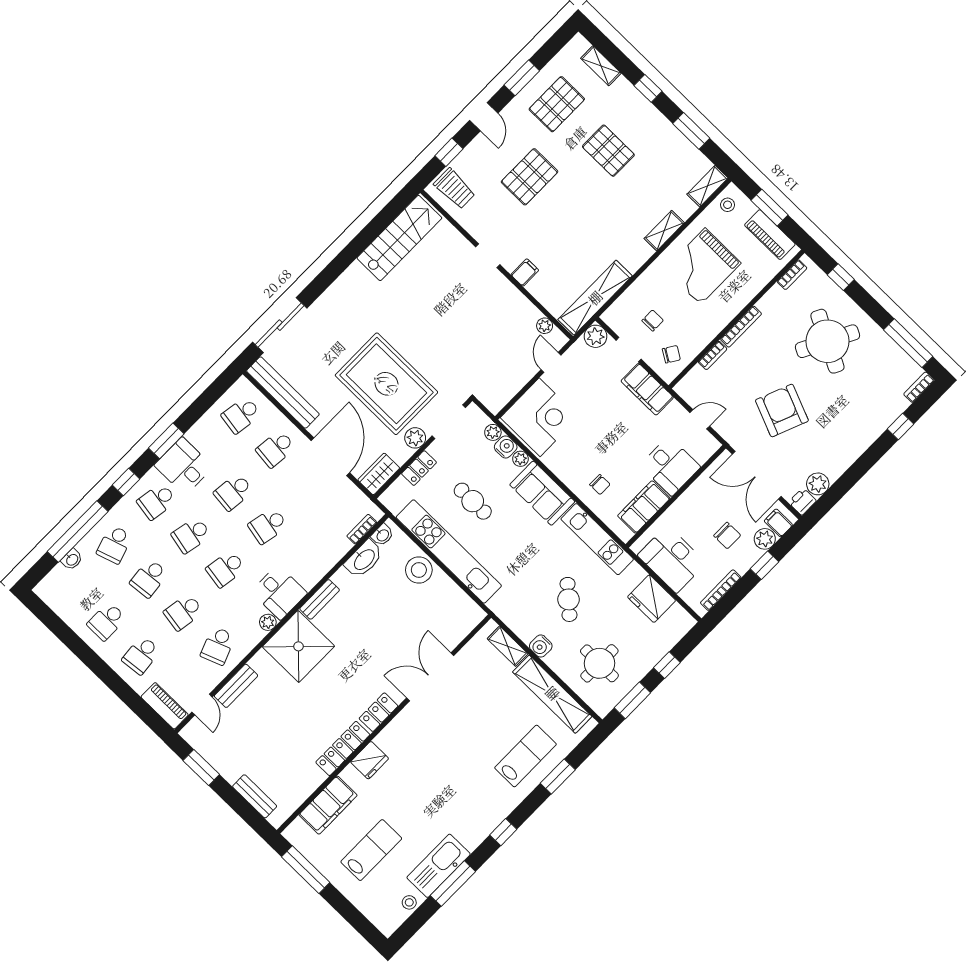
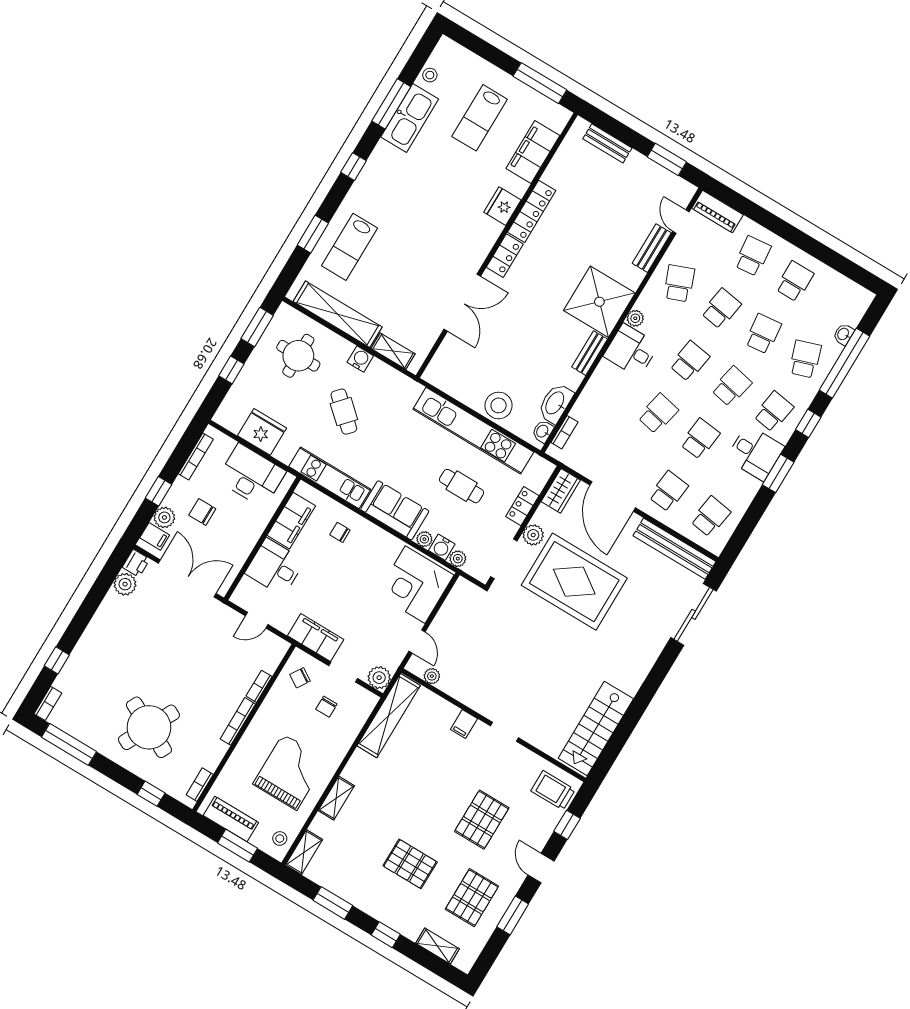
armchair: (782, 410) -> (178, 648), removed

